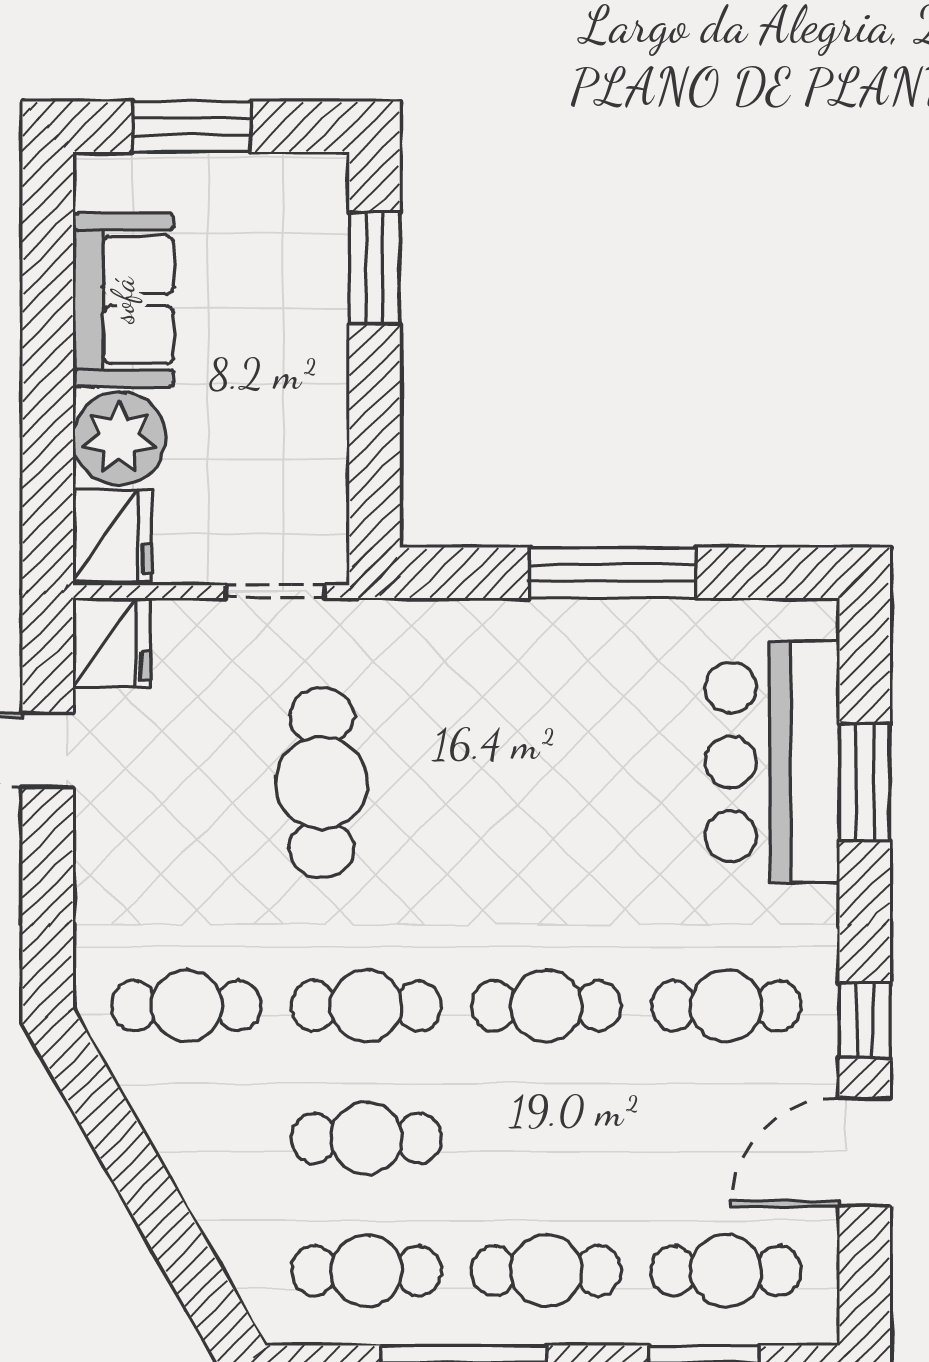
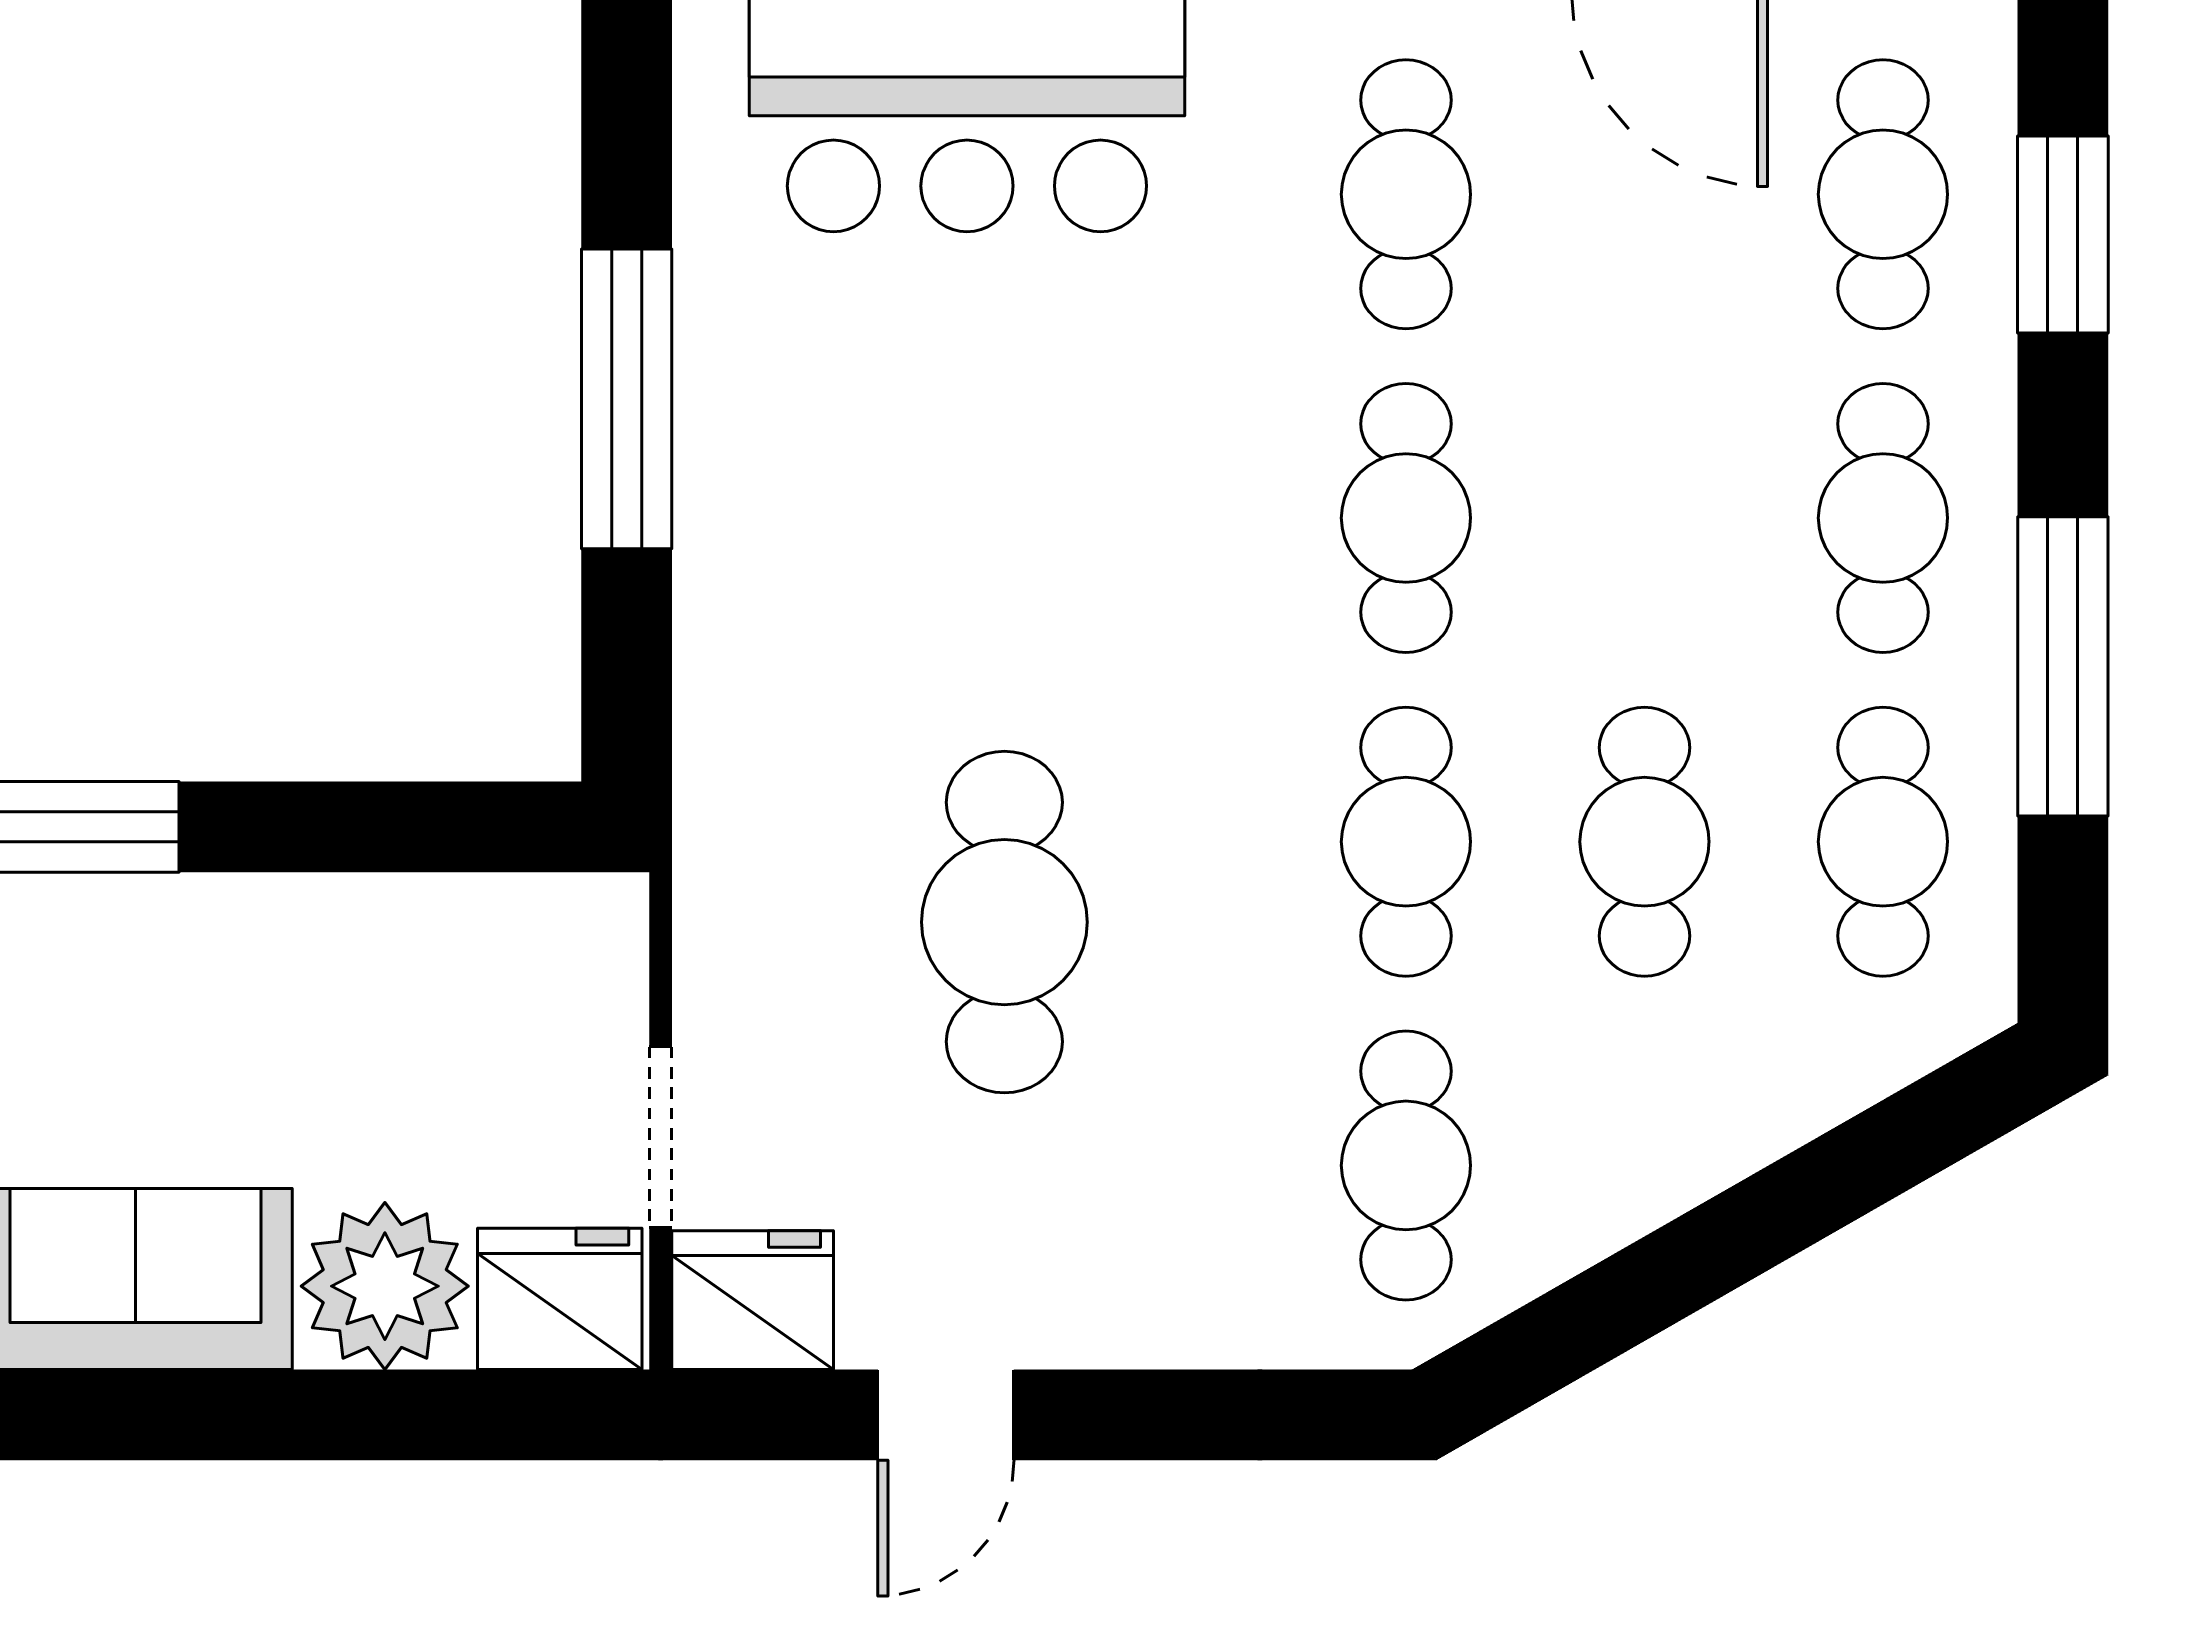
doorway: (275, 592) -> (661, 1137), moved
cafe table: (322, 783) -> (1004, 922), turned 90

